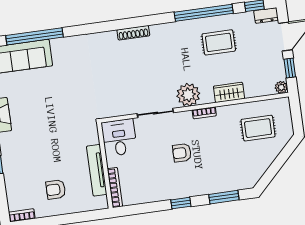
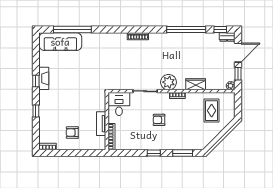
rug: (219, 42) -> (193, 50), removed
rug: (258, 128) -> (212, 111), turned 90
tv unit: (97, 170) -> (101, 124), width x0.71

